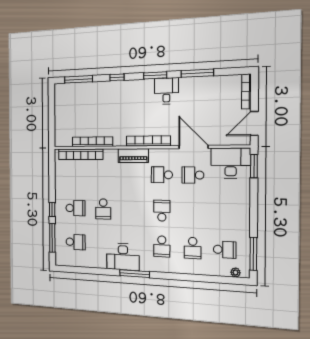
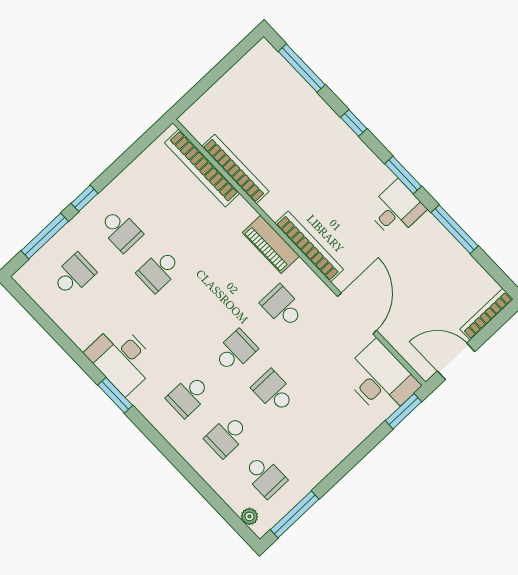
school desk: (193, 175) -> (274, 391), moved
school desk: (76, 242) -> (74, 275), turned -90
window: (135, 274) -> (115, 395), width x0.69

